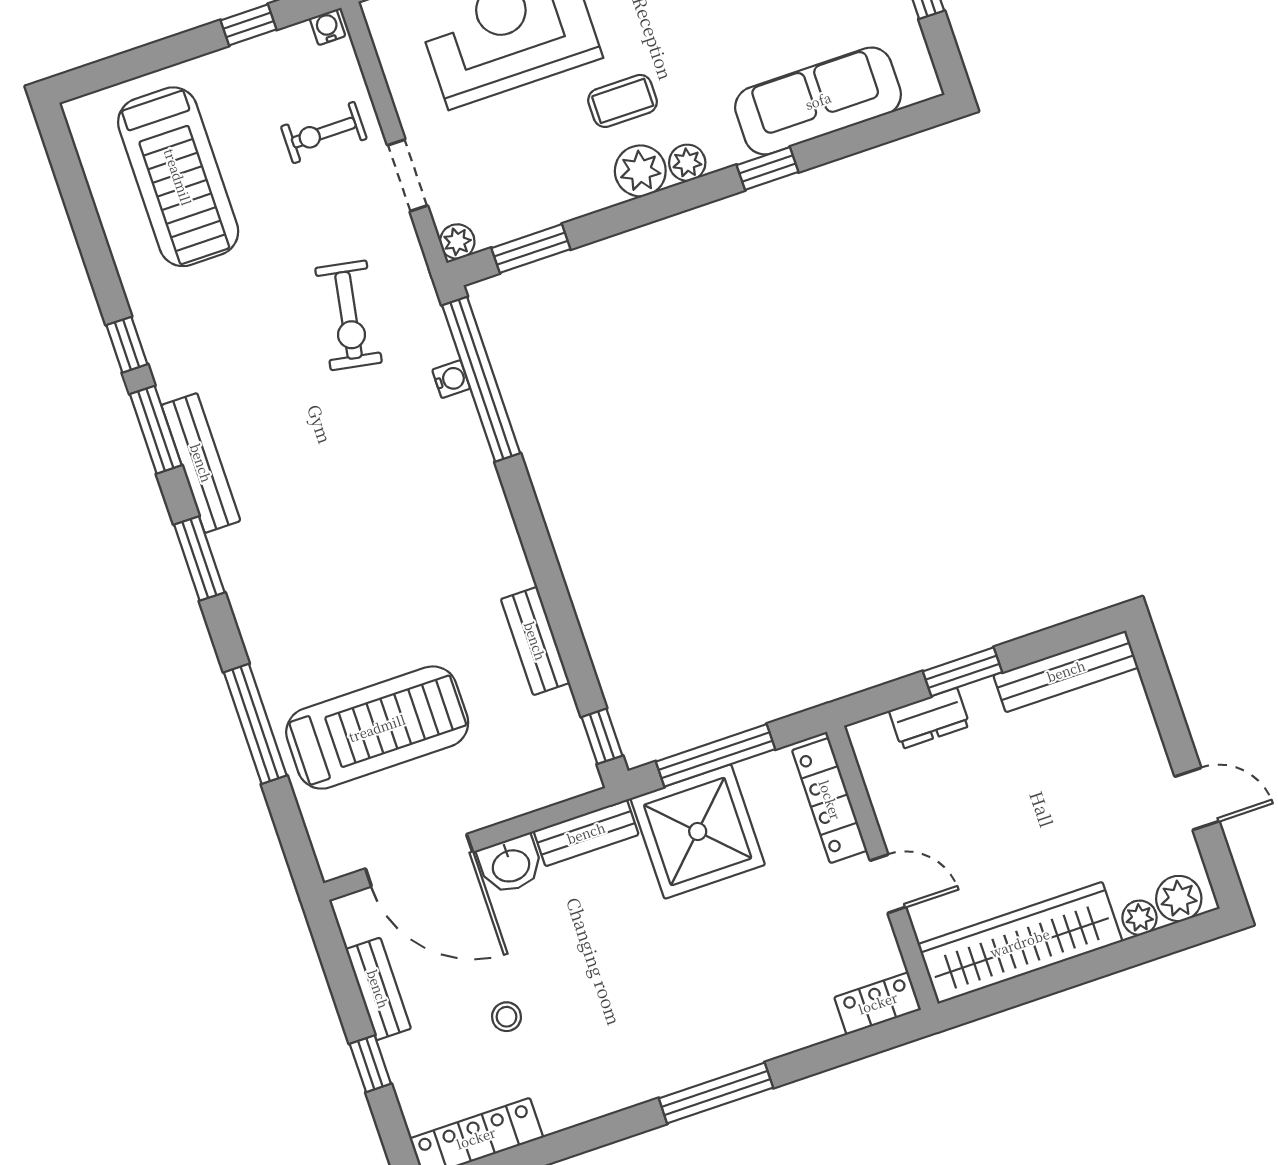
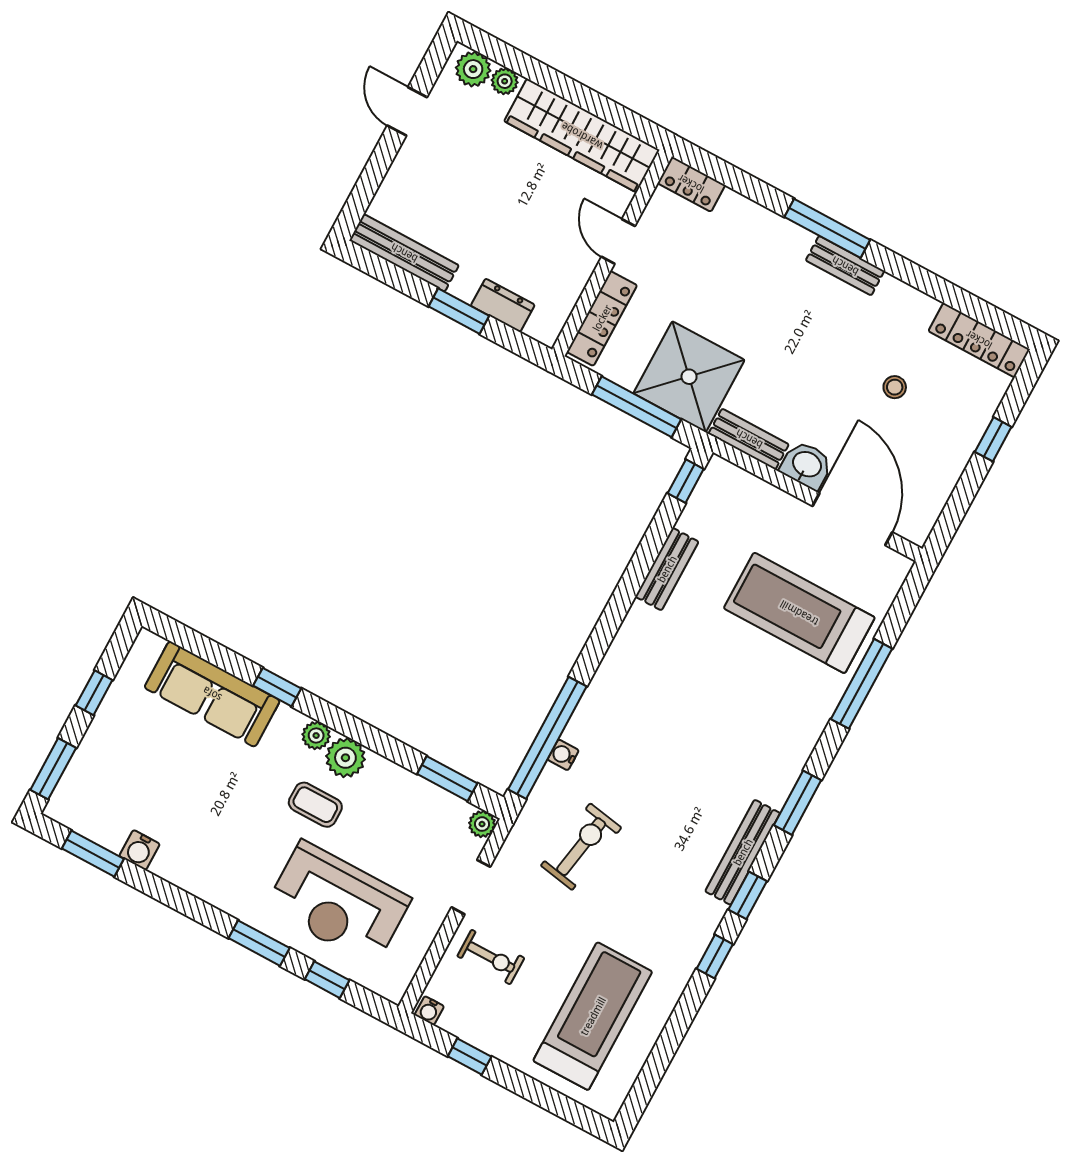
window: (156, 430) -> (748, 895), width x0.67
bench: (378, 989) -> (845, 266), moved, turned 90

